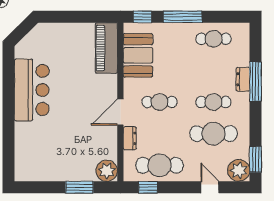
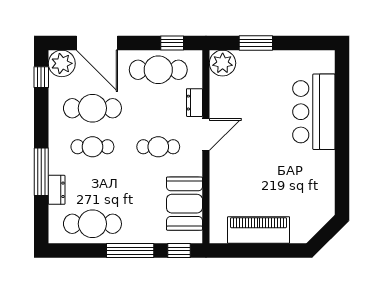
cafe table: (213, 39) -> (92, 224), width x1.37, depth x1.35
piano: (106, 48) -> (259, 230), moved, turned -90
dresser: (243, 79) -> (57, 190), moved
bar counter: (32, 90) -> (314, 112), moved
window: (256, 159) -> (41, 77), width x0.67
door: (210, 187) -> (97, 43), width x1.88

